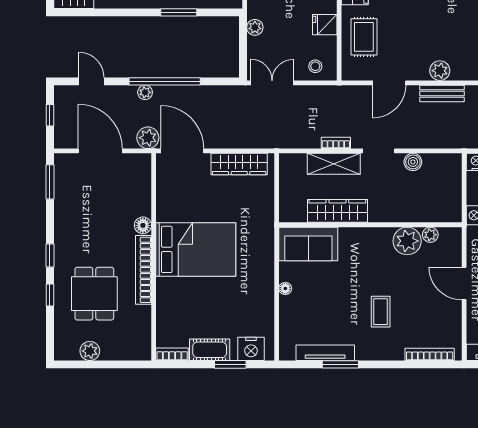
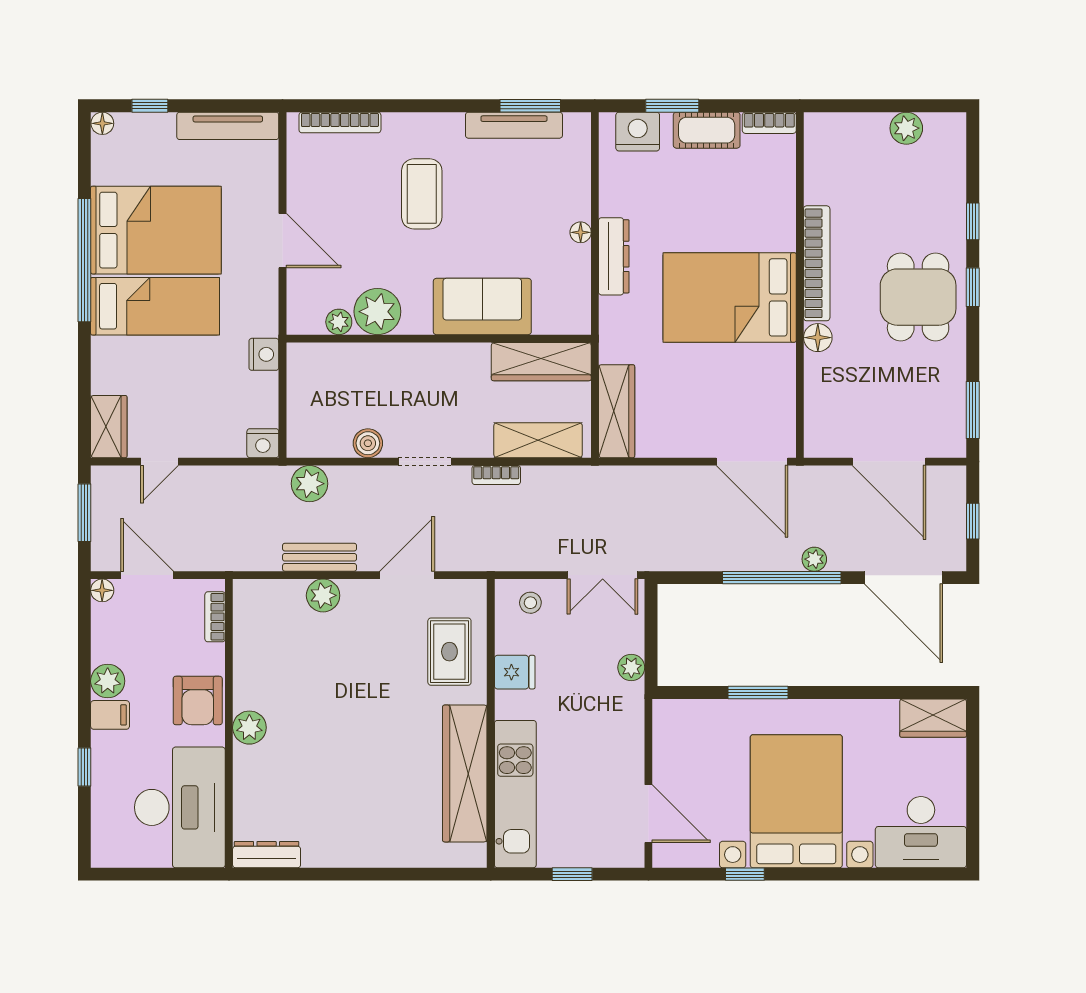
door: (92, 81) -> (903, 578), width x1.87
plant: (148, 138) -> (309, 484), moved
wardrobe: (239, 164) -> (617, 411), moved, turned 90
shelving: (334, 164) -> (538, 440), moved
wardrobe: (337, 211) -> (541, 362), moved
sofa: (308, 244) -> (482, 307), moved
dresser: (265, 274) -> (614, 256), added
dining table: (94, 294) -> (918, 297), moved
coffee table: (381, 312) -> (422, 194), width x1.36, depth x1.30
window: (340, 364) -> (530, 106), moved

